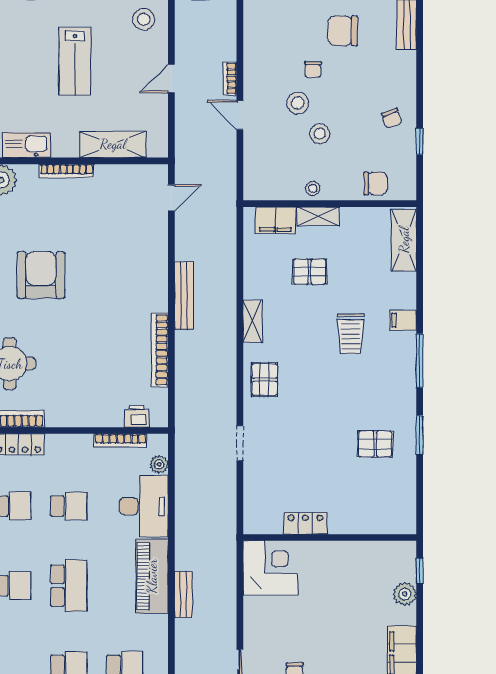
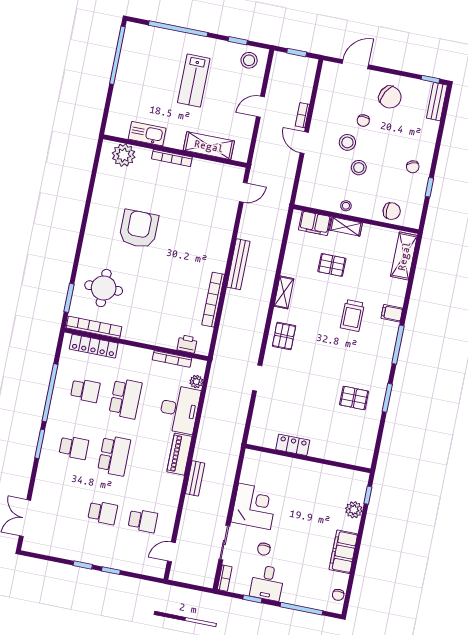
chair: (343, 31) -> (390, 97), turned -152
school desk: (69, 506) -> (125, 399), width x1.85
corner desk: (270, 568) -> (254, 506), moved
piano: (152, 576) -> (179, 454), width x0.73, depth x0.75

